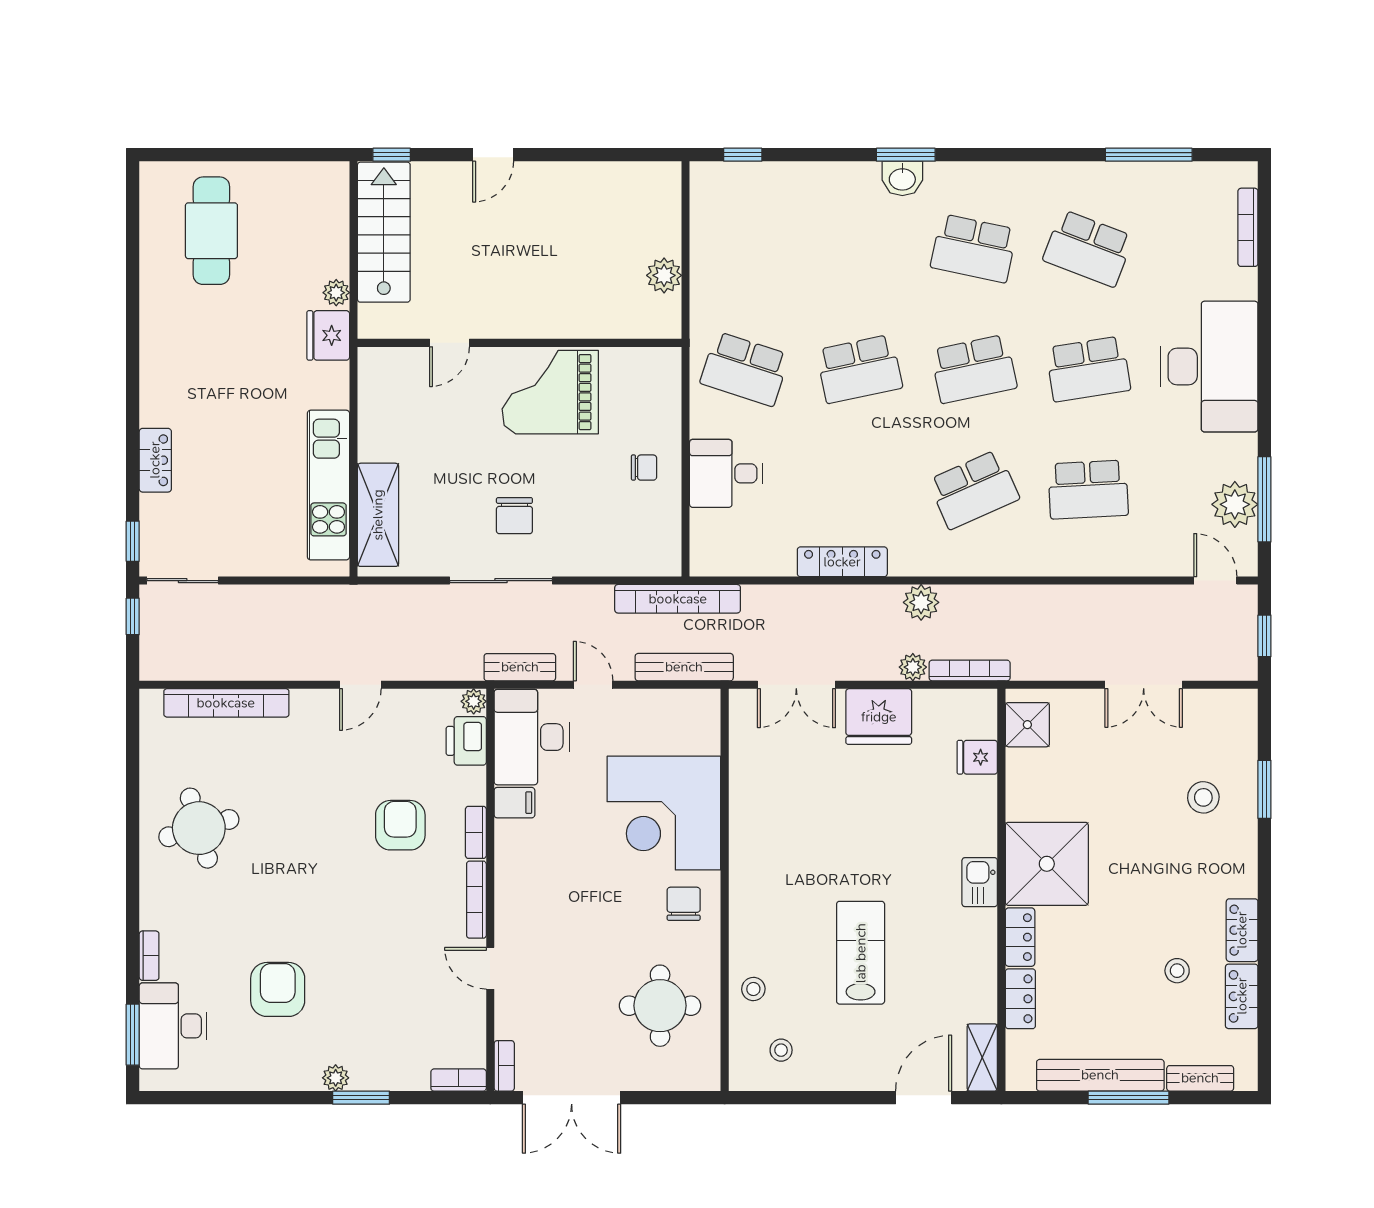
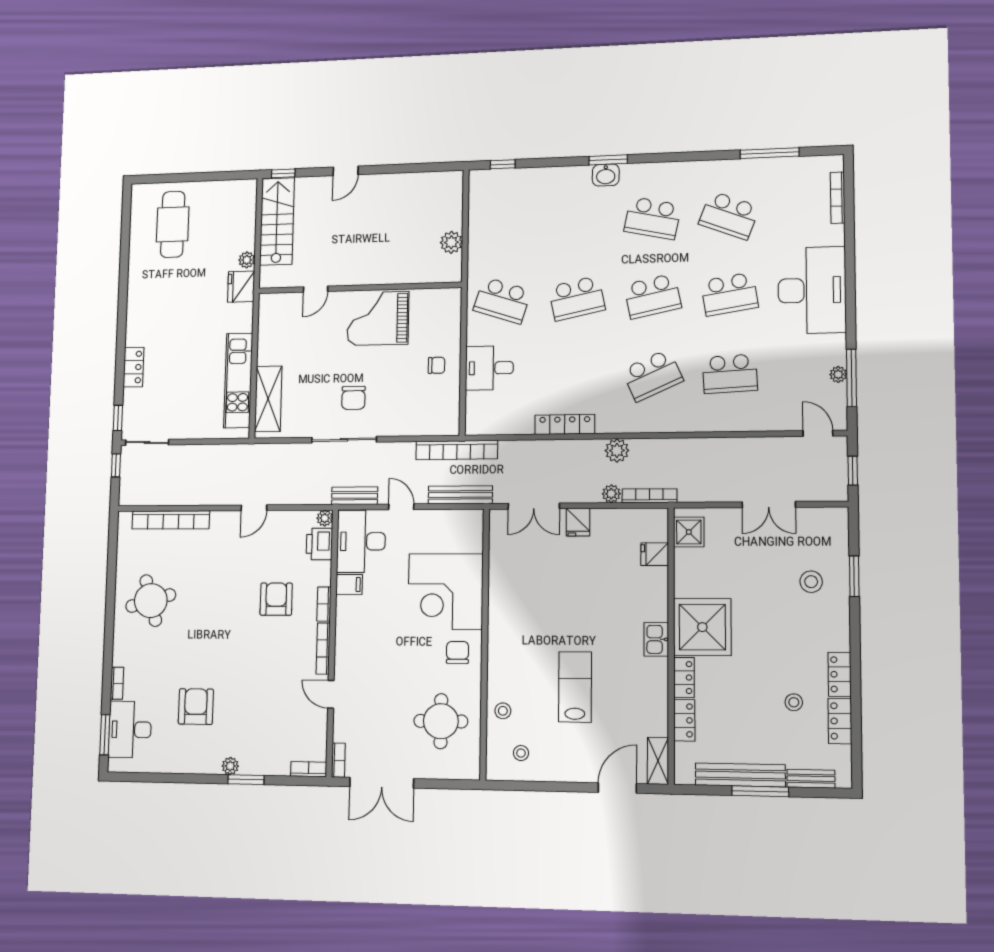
plant: (1235, 504) -> (838, 374), width x0.53, depth x0.53
fridge: (879, 717) -> (578, 522), width x0.53, depth x0.75

